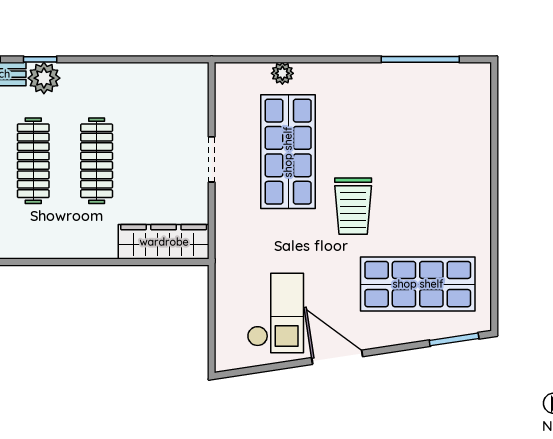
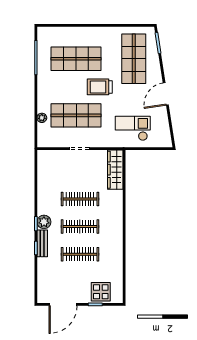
shop shelf: (418, 152) -> (76, 59), added
trolley: (353, 206) -> (100, 87), turned 180
checkout: (275, 313) -> (133, 128), moved

